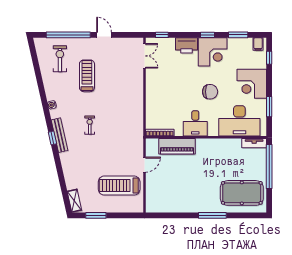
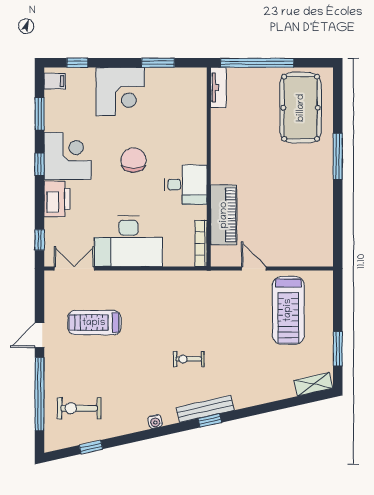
window: (36, 66) -> (91, 447), added
treadmill: (87, 76) -> (94, 323), moved
desk: (239, 121) -> (128, 241), moved, turned 90

